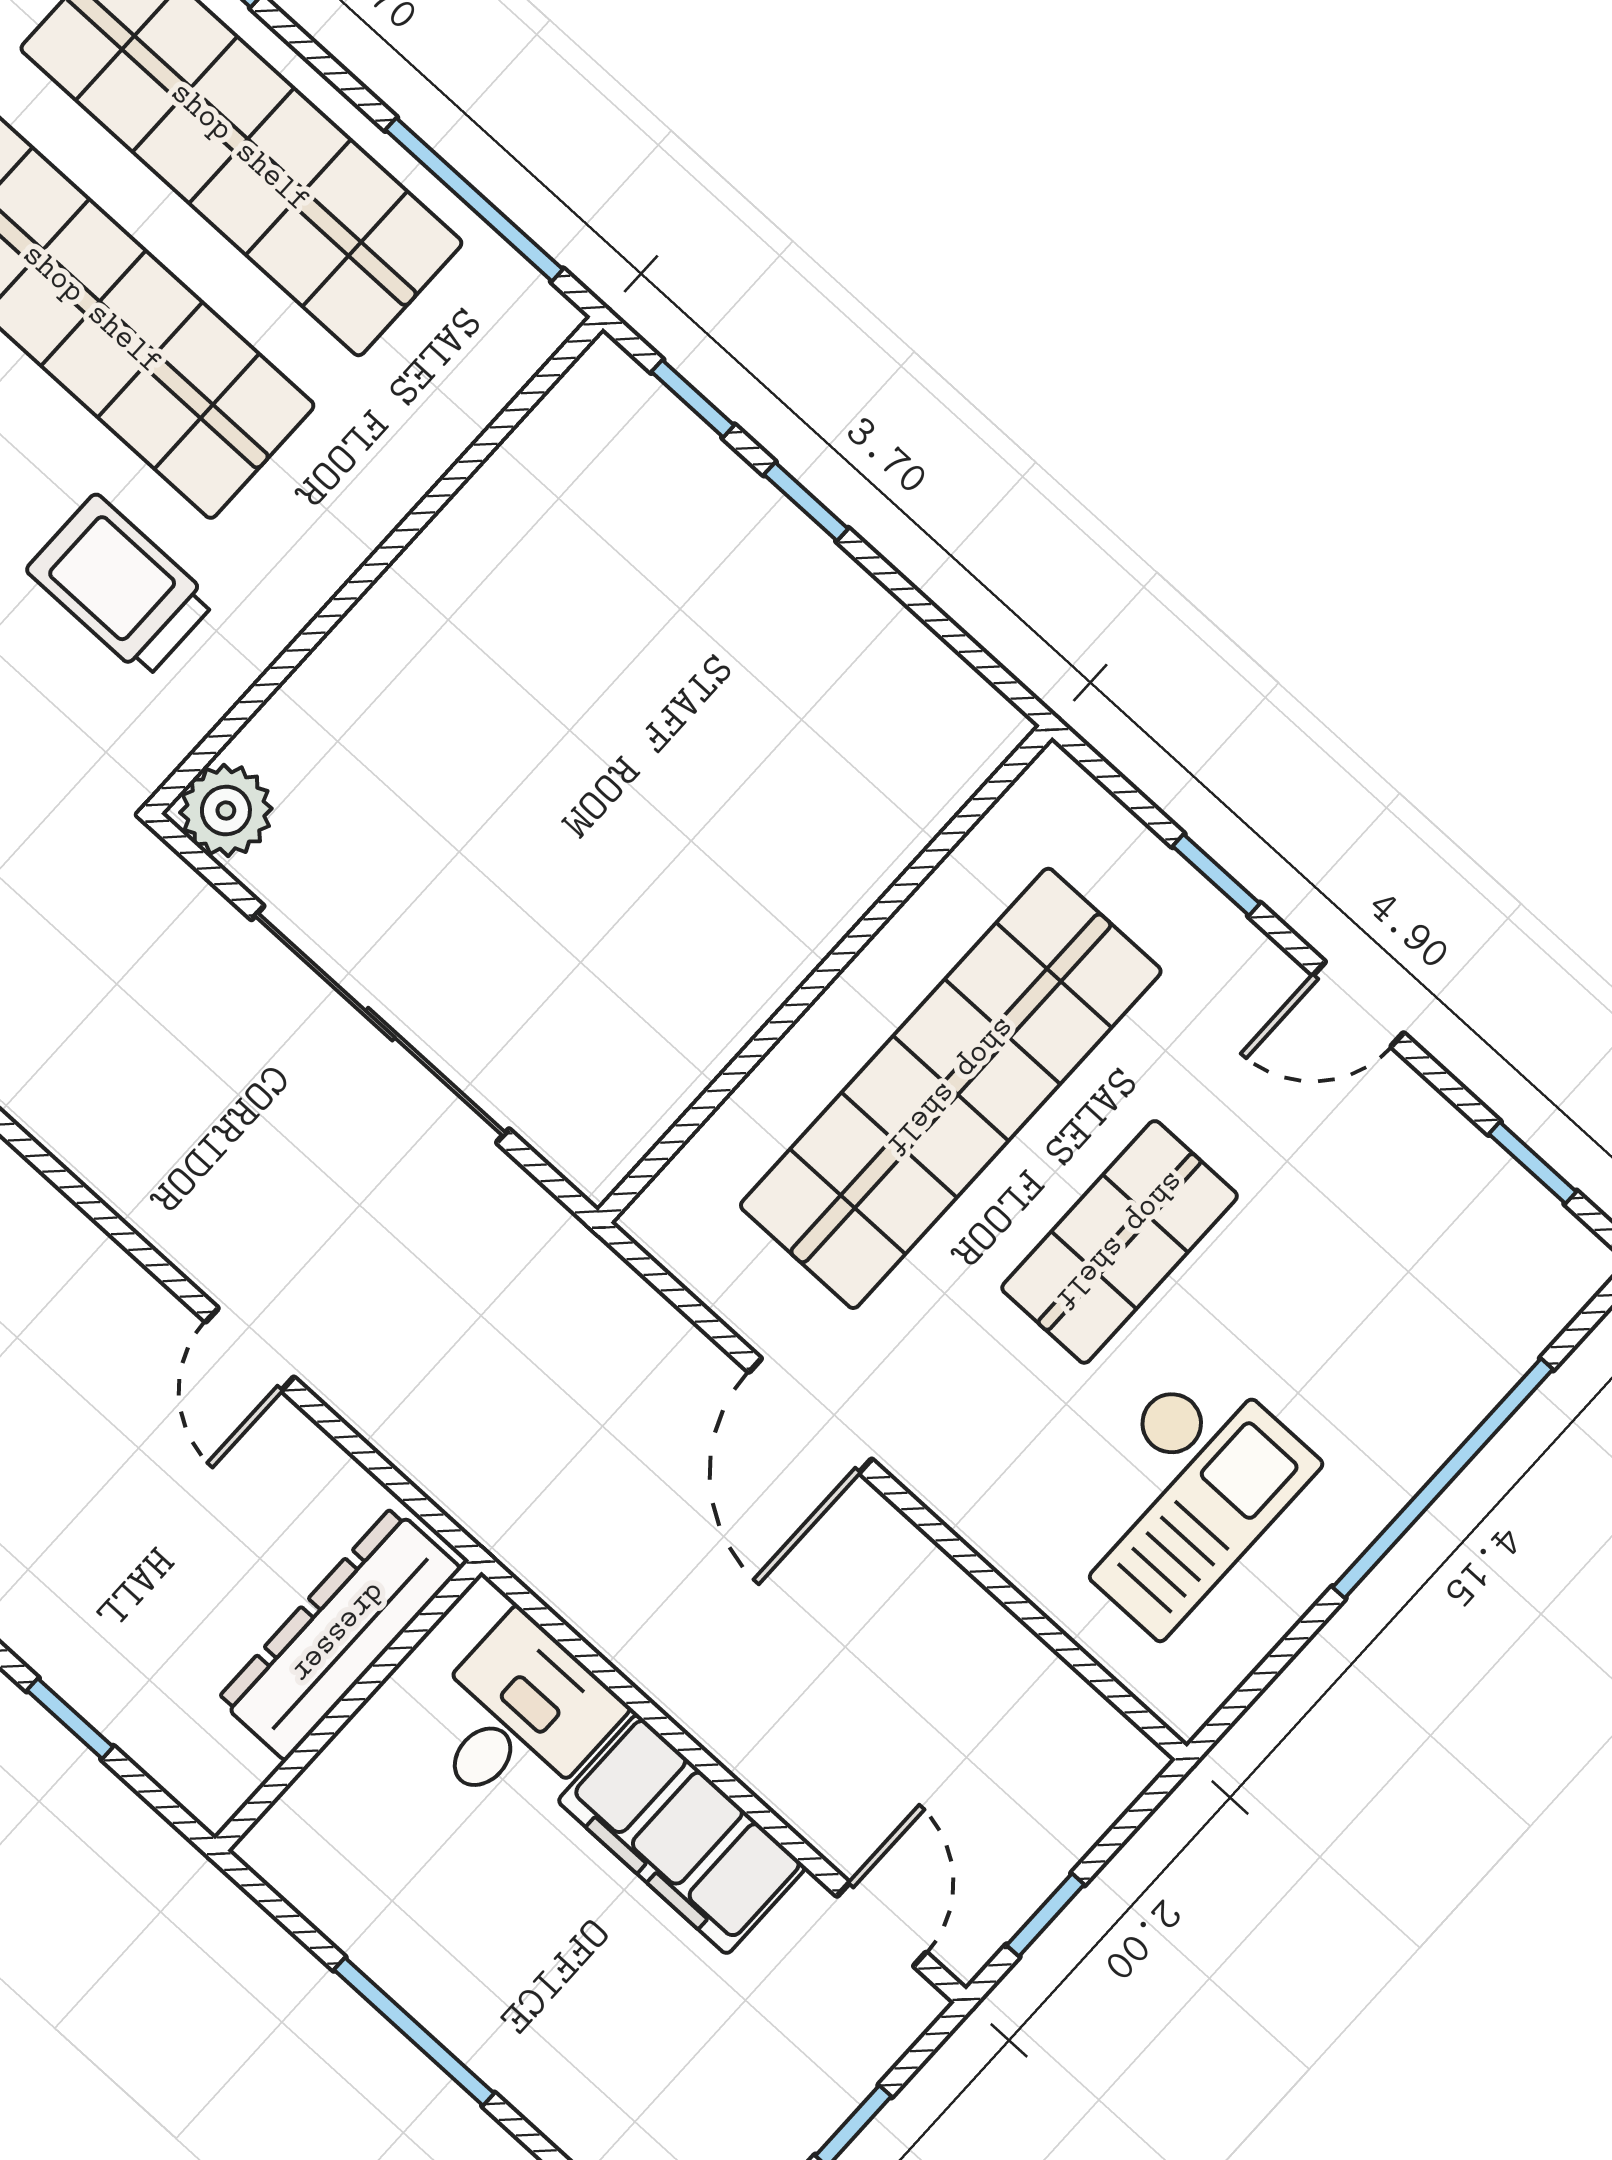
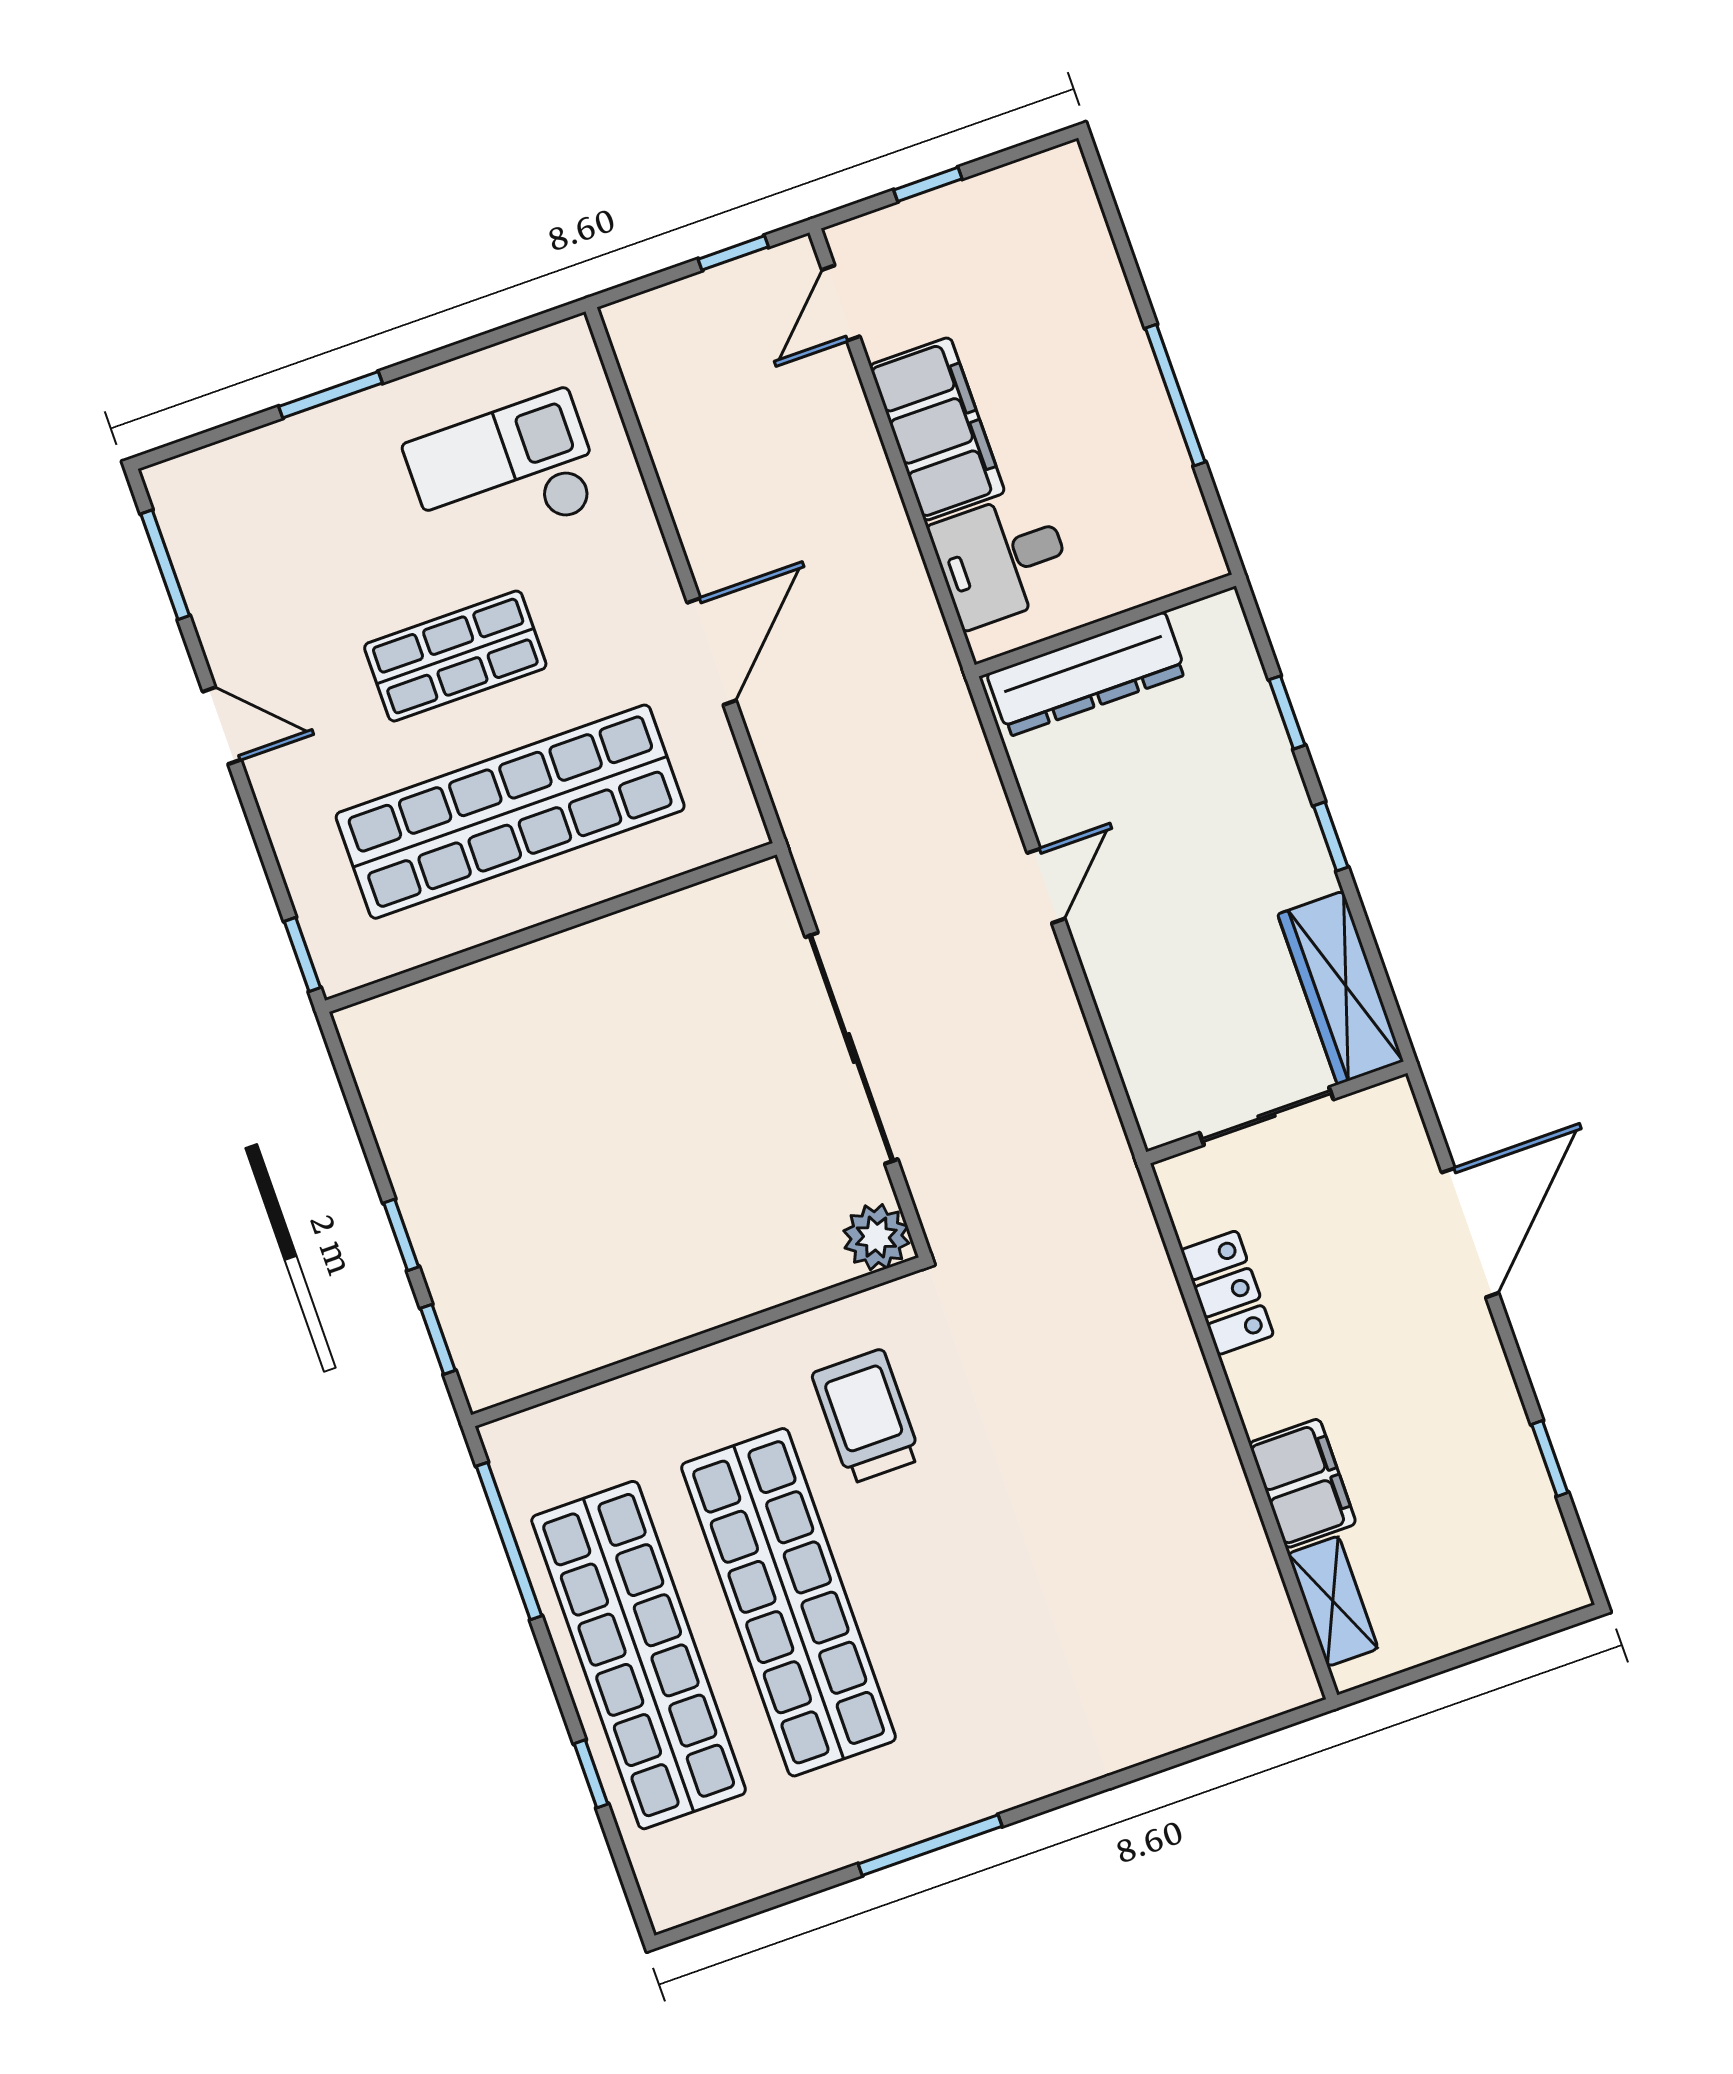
trolley: (121, 586) -> (866, 1416), turned 180
window: (1216, 875) -> (302, 955), moved
window: (1533, 1163) -> (165, 565), width x1.50
window: (1443, 1478) -> (330, 395), width x0.47

